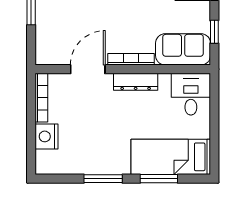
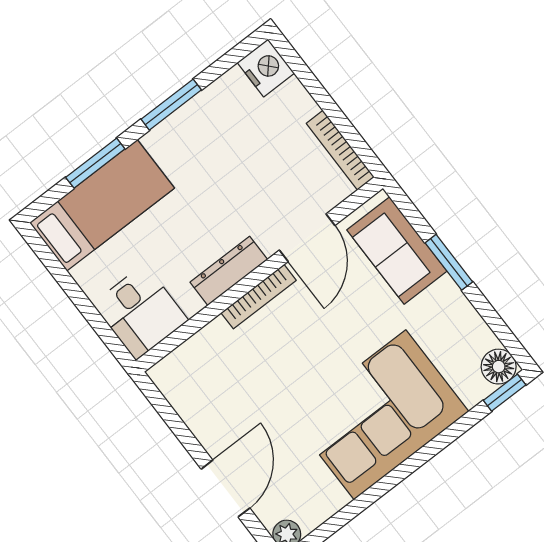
window: (214, 32) -> (174, 421), removed
sofa: (183, 49) -> (397, 251), moved, turned 90
nightstand: (47, 136) -> (266, 68), moved

